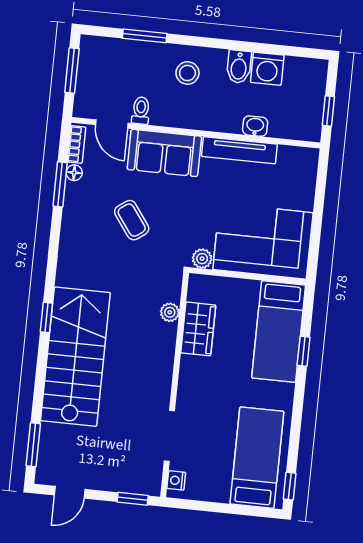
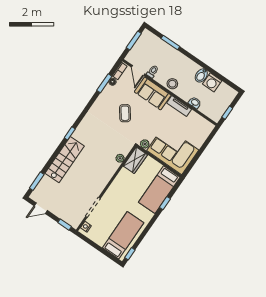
stool: (187, 73) -> (172, 84), moved
tv unit: (239, 150) -> (179, 106), width x0.71
wardrobe: (198, 329) -> (135, 160), moved
stairs: (75, 357) -> (65, 160), width x0.73, depth x0.66

